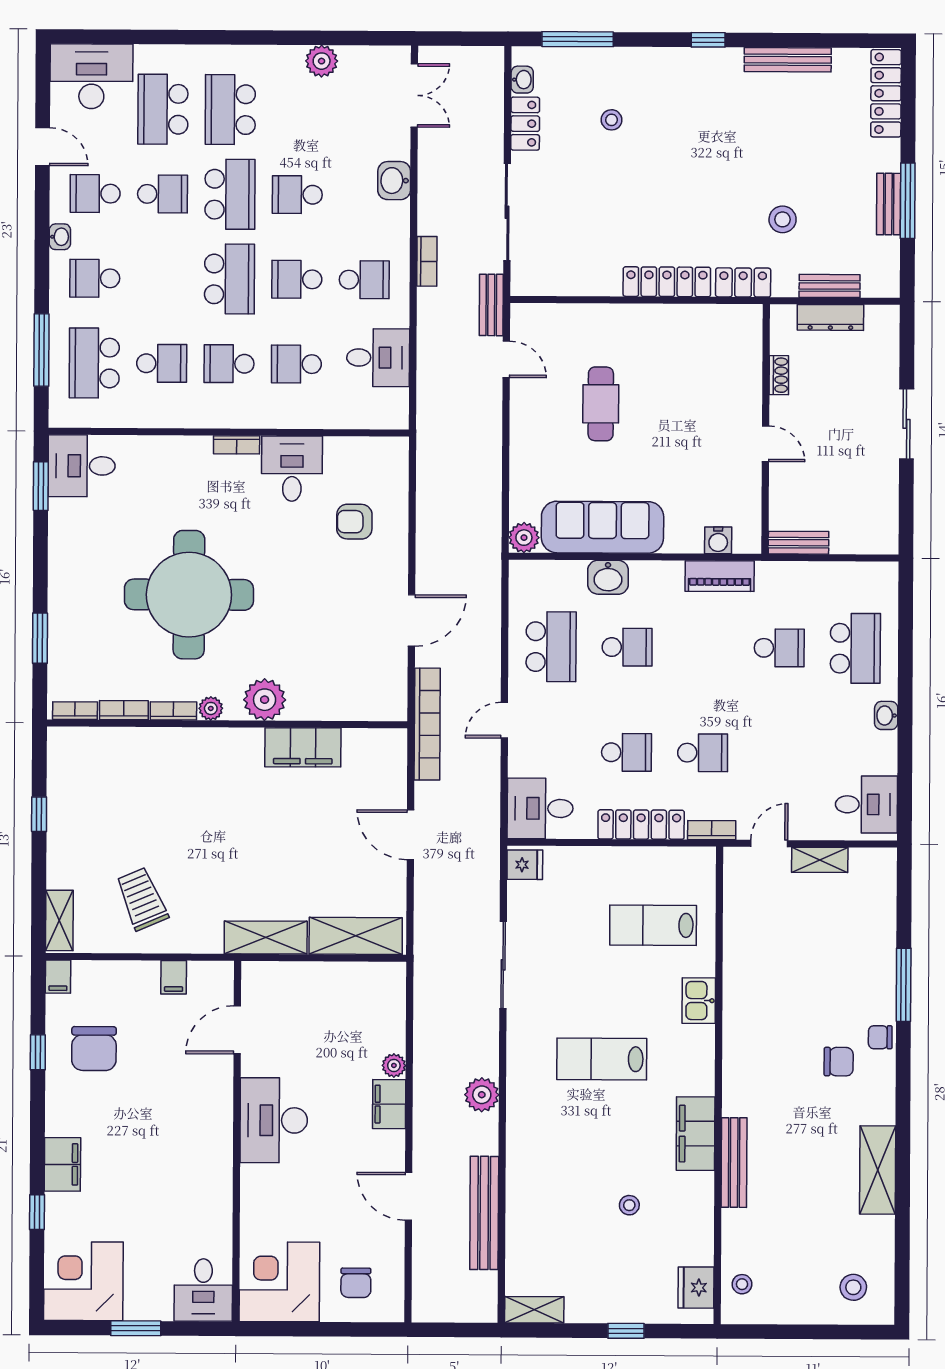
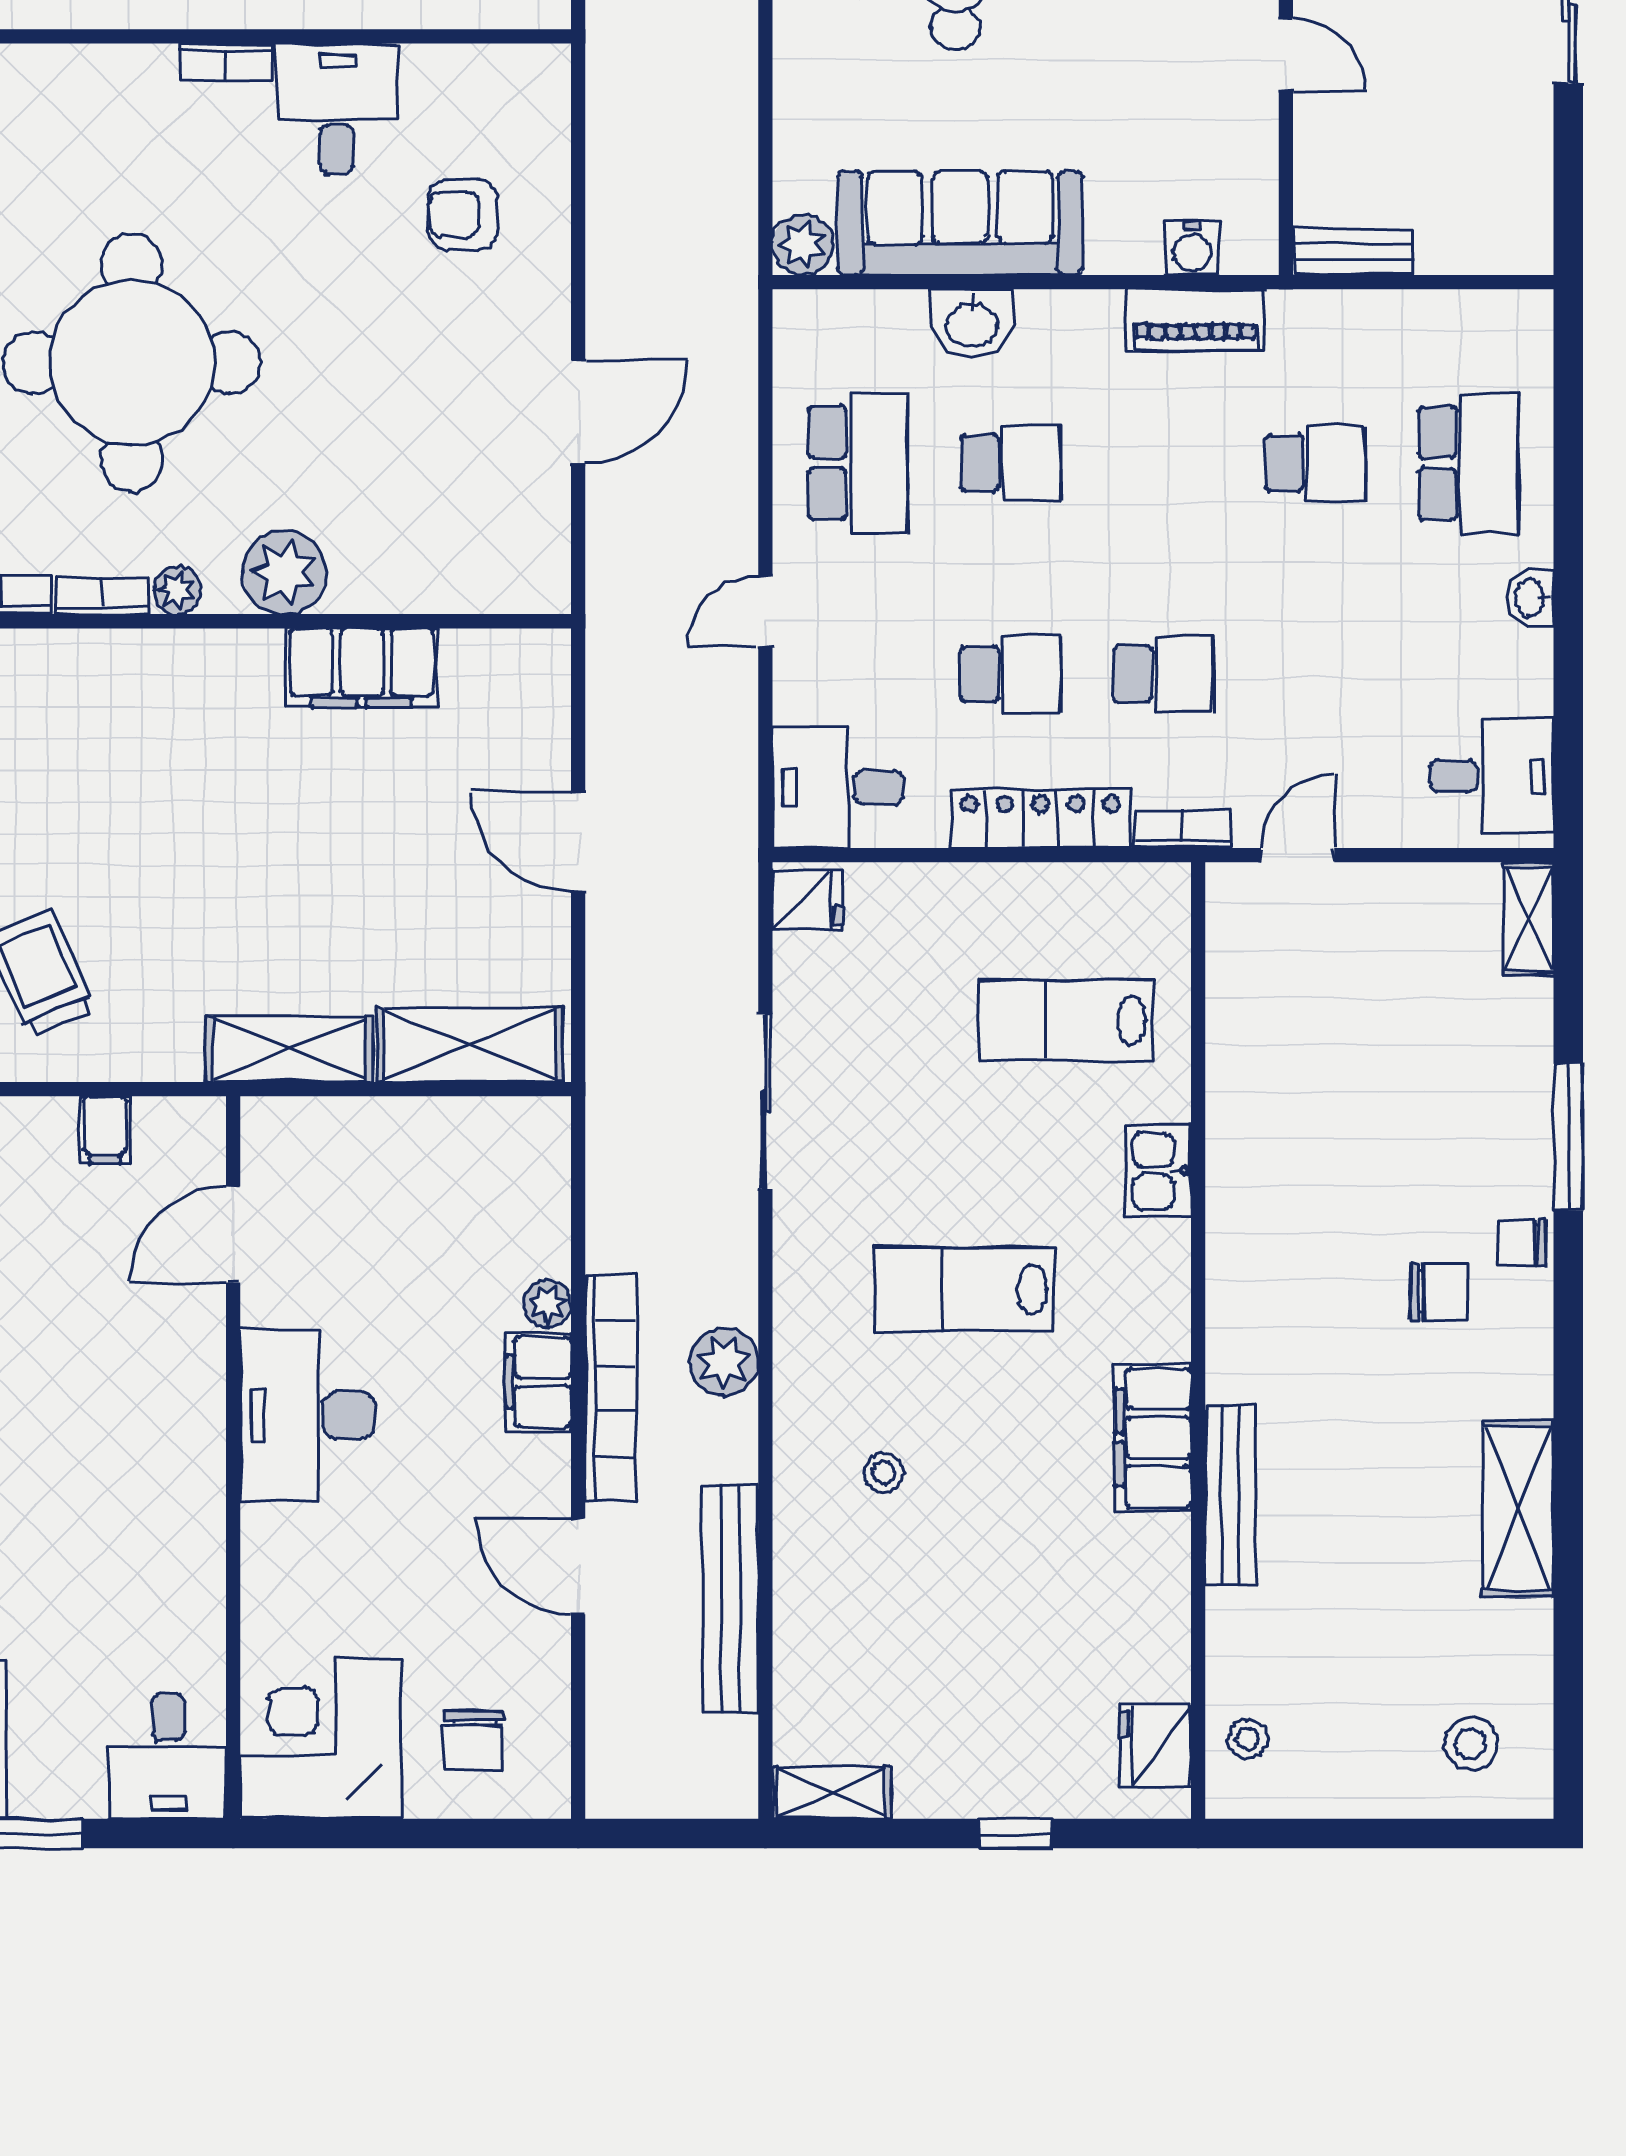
bookcase: (427, 724) -> (611, 1388), moved
shelving: (820, 860) -> (1528, 918), moved, turned 90
stool: (629, 1205) -> (884, 1473), moved

